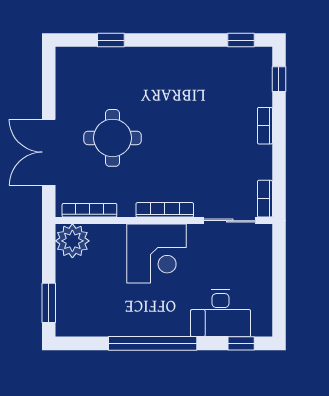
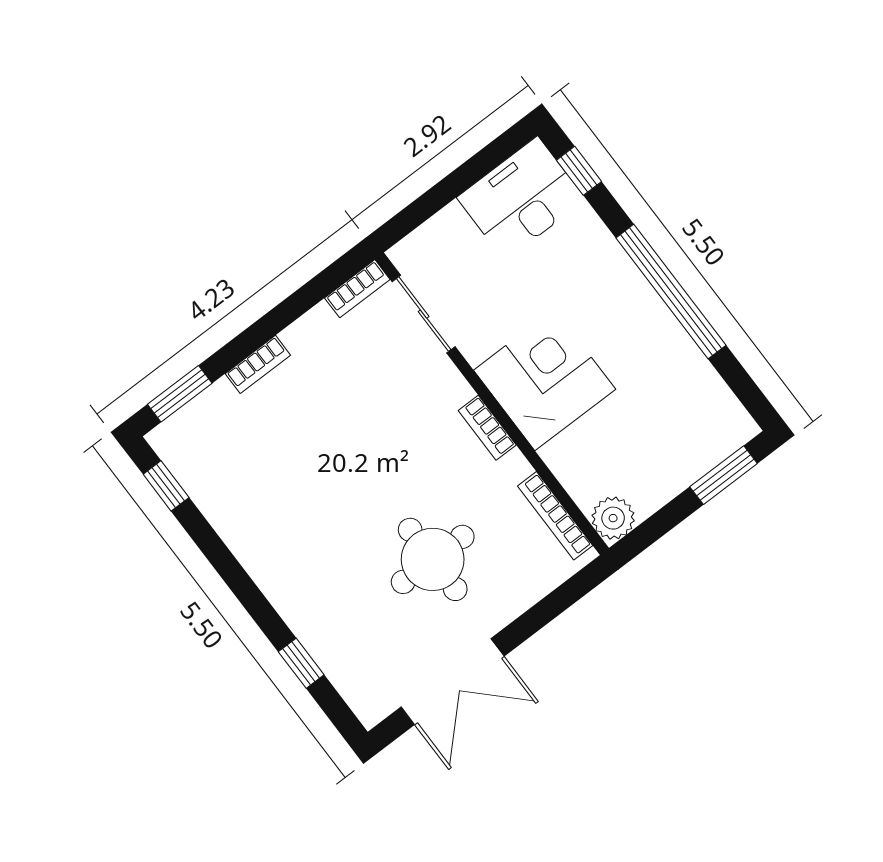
window: (279, 79) -> (180, 394), width x1.50
double door: (49, 152) -> (453, 682), moved
bookcase: (165, 210) -> (487, 428), width x0.64
plant: (72, 241) -> (613, 518), width x0.73, depth x0.73
desk: (221, 313) -> (521, 198), moved, turned -90

